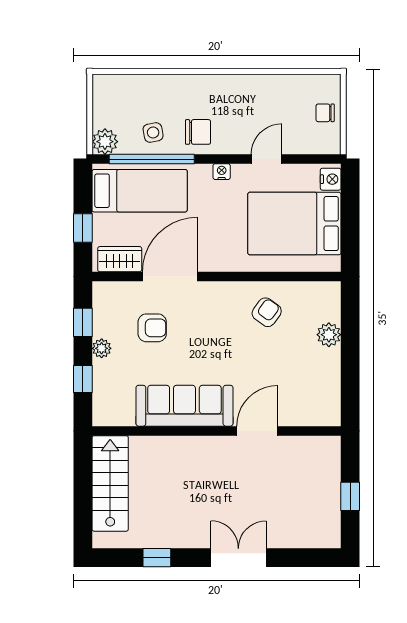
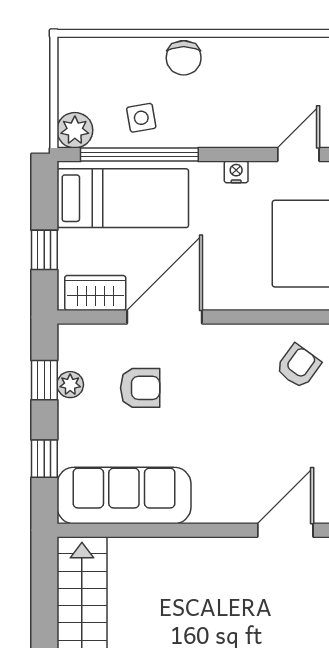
chair: (198, 132) -> (184, 58), moved, turned 90
plant: (102, 348) -> (70, 385), moved
sofa: (184, 406) -> (124, 496), moved

